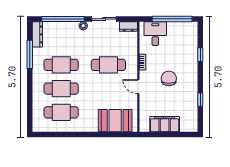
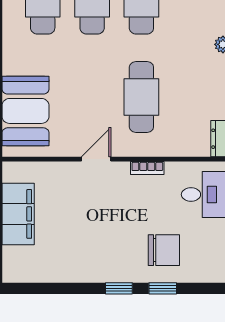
chair: (169, 78) -> (164, 250), moved
window: (200, 100) -> (119, 288), moved

